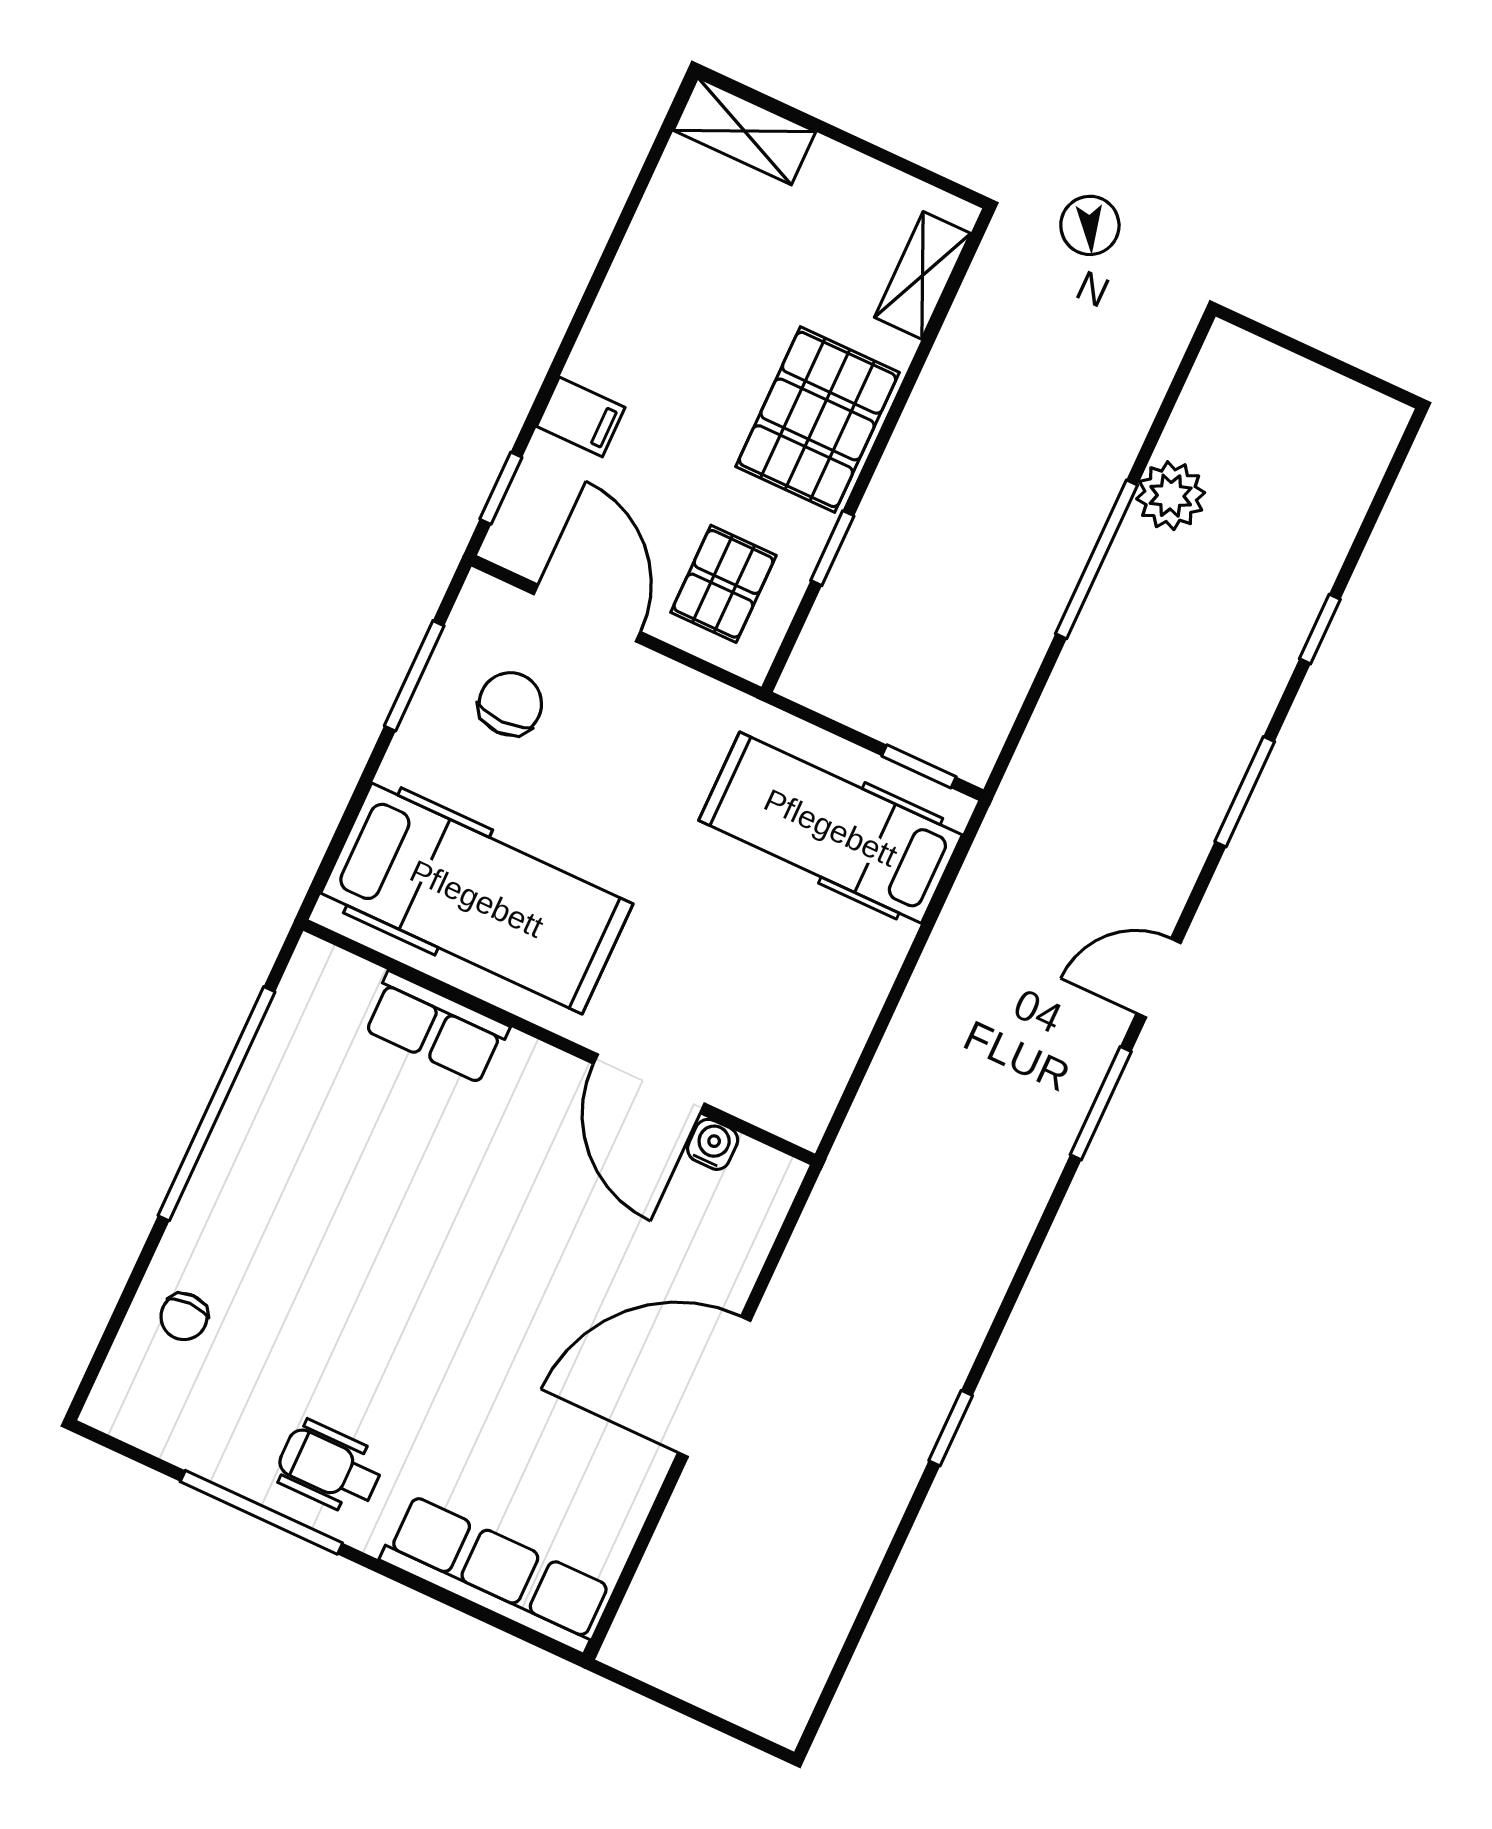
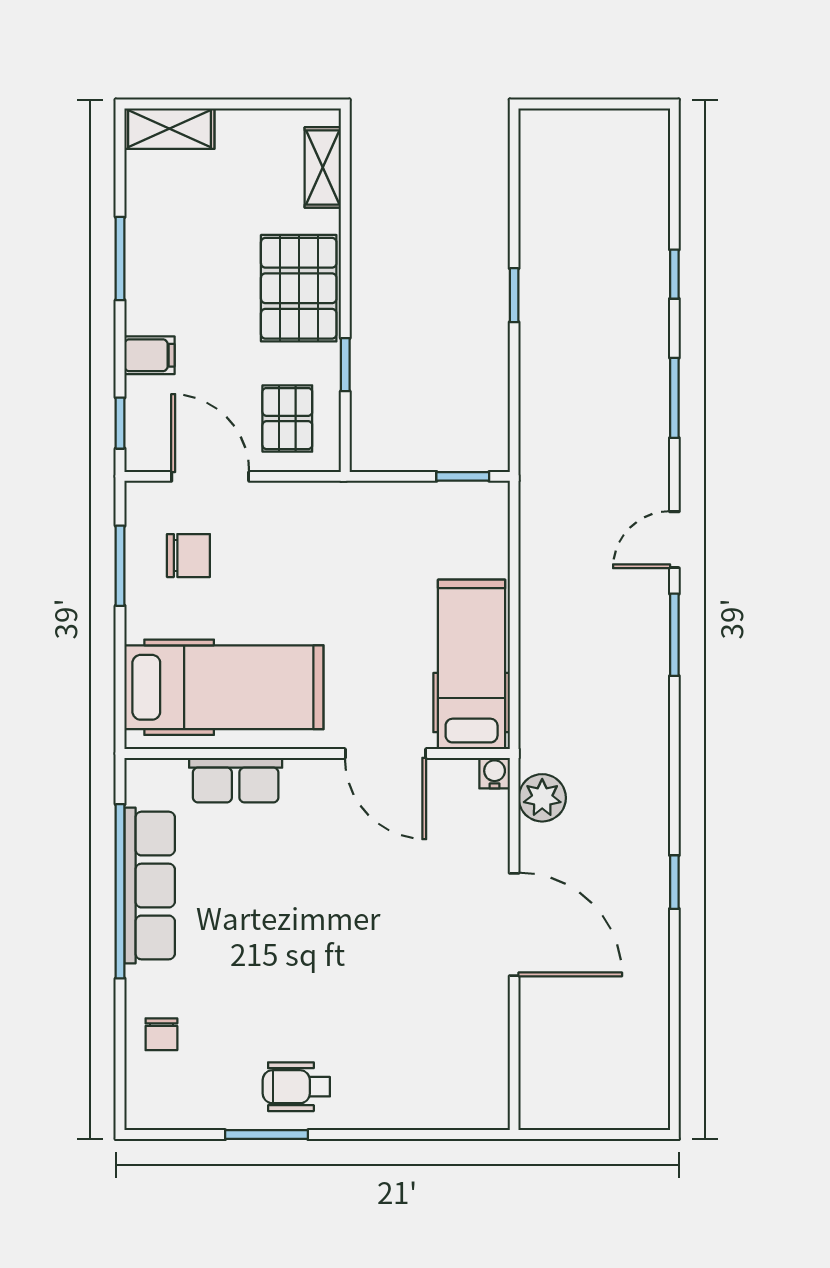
window: (601, 272) -> (120, 259), added
plant: (1171, 496) -> (542, 798), moved
window: (1096, 559) -> (514, 295), width x0.46
chair: (510, 704) -> (188, 556), turned 90
hospital bed: (831, 828) -> (472, 664), moved, turned 90
water cooler: (713, 1144) -> (495, 773), moved
door: (714, 1387) -> (514, 924), swing flipped
window: (261, 1512) -> (267, 1135), width x0.69
row of seats: (497, 1574) -> (150, 886), moved, turned 90

